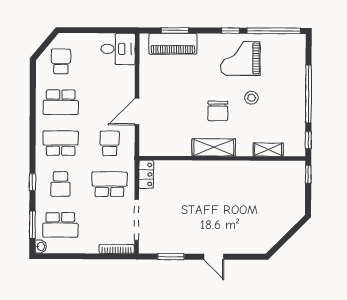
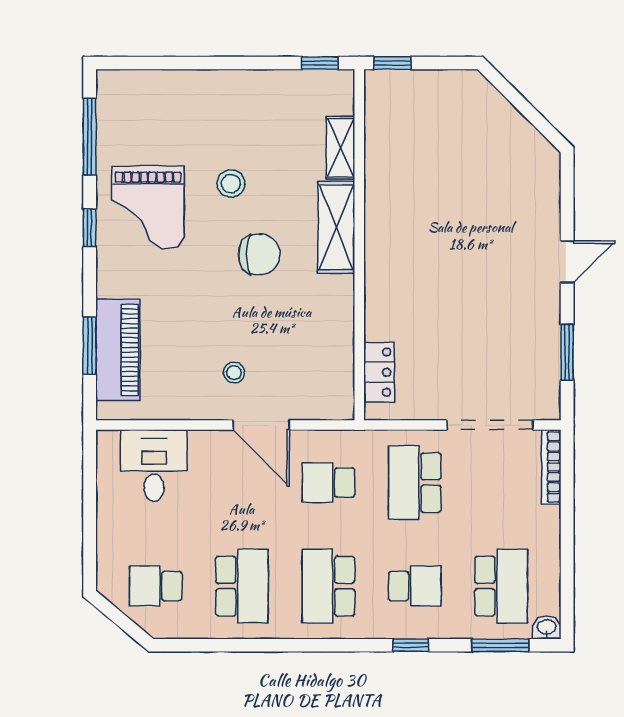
window: (274, 31) -> (90, 137), width x0.68
desk: (118, 49) -> (154, 465), moved
window: (308, 94) -> (223, 63), removed
stool: (162, 99) -> (234, 373), added
shelving: (214, 147) -> (336, 227), moved
locker: (146, 174) -> (379, 372), moved, turned 90

